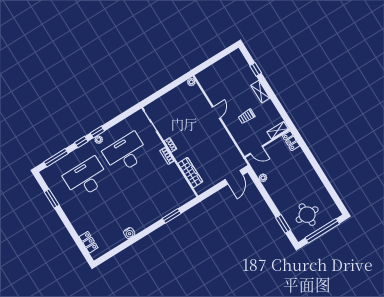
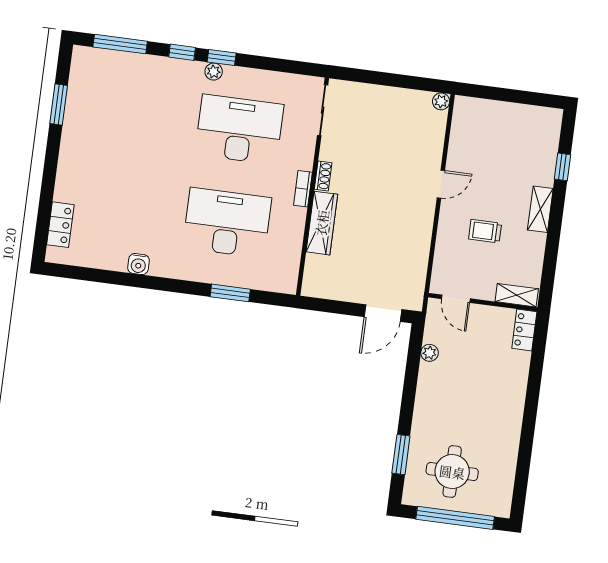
wardrobe: (190, 173) -> (322, 223), moved
desk: (86, 178) -> (227, 223), moved

